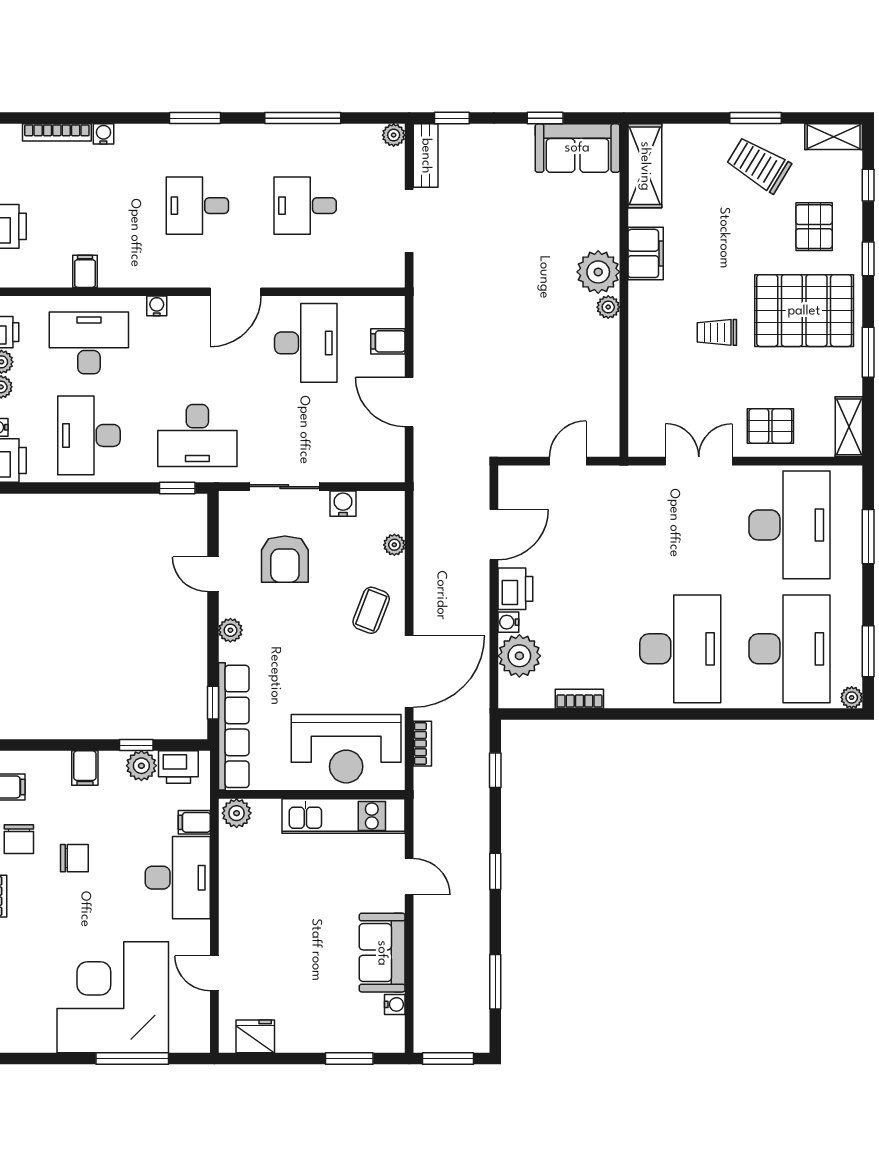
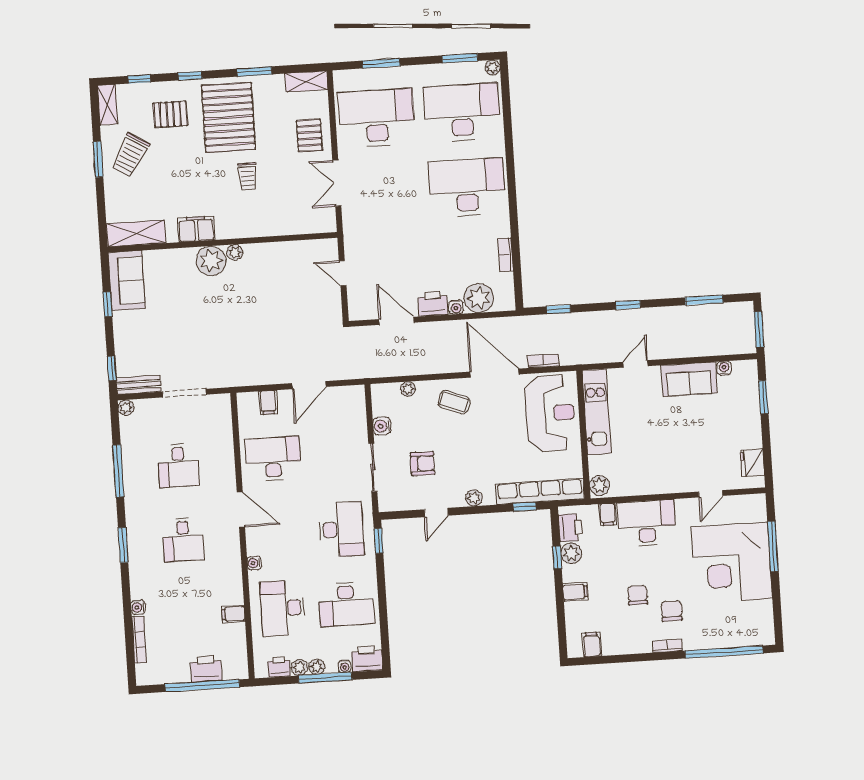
armchair: (285, 559) -> (423, 464), width x0.72, depth x0.72
chair: (19, 839) -> (672, 611), moved, turned -90

